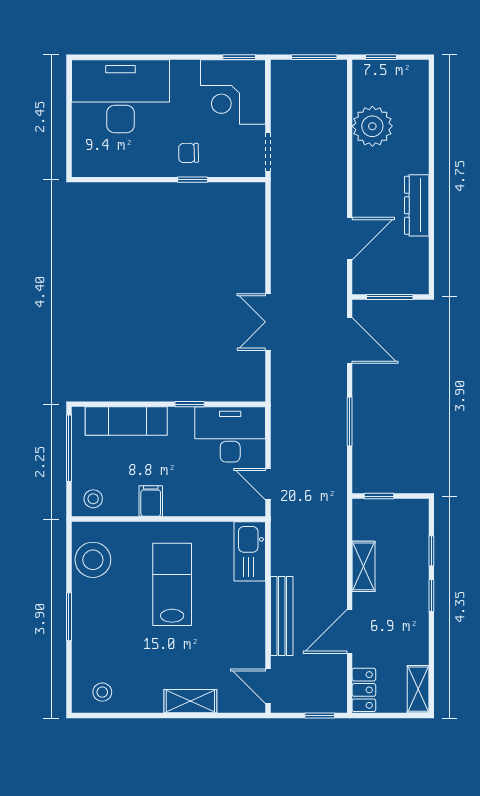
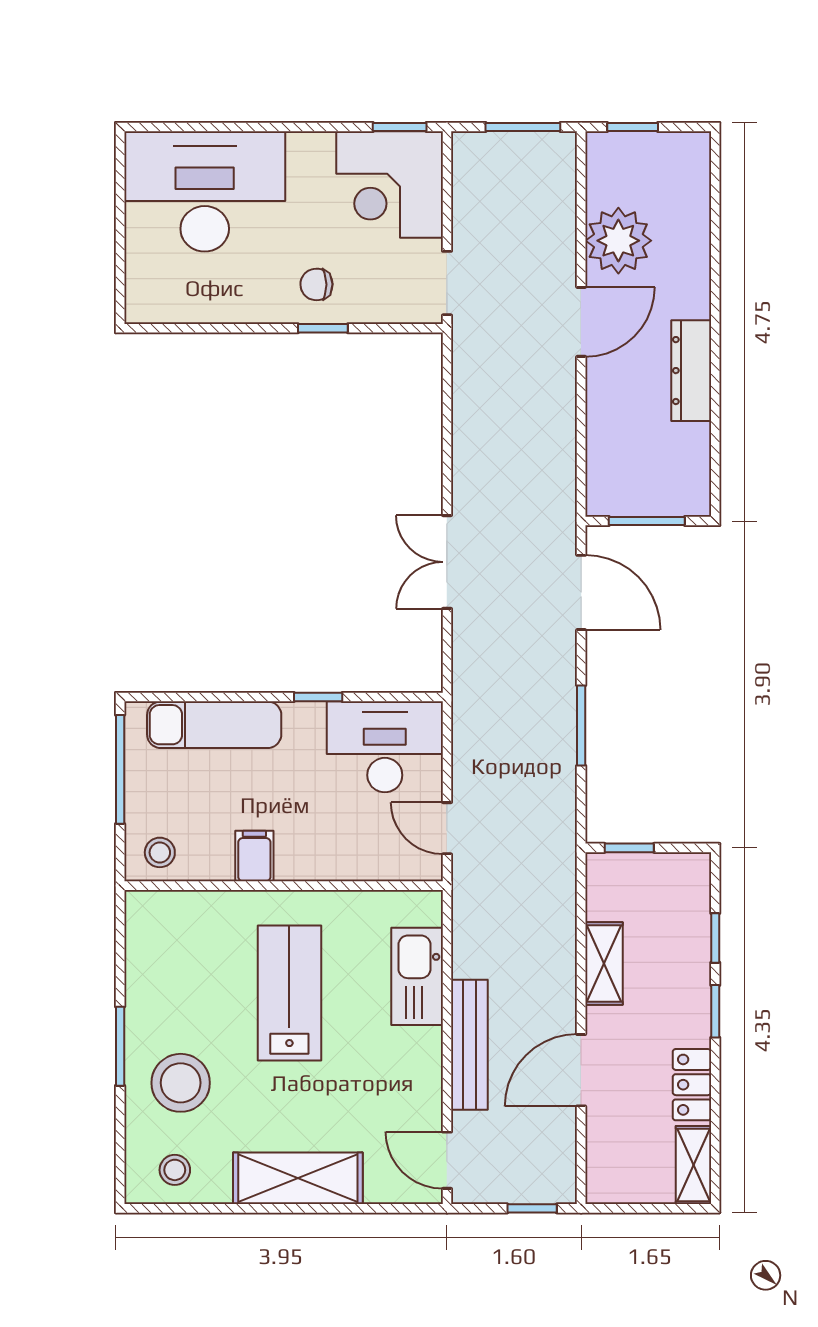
door: (350, 239) -> (581, 322), moved
kitchen sink: (250, 551) -> (417, 976), moved
stool: (93, 560) -> (181, 1083), moved
locker: (364, 690) -> (692, 1085), moved, turned 180
shelving: (190, 701) -> (298, 1178), width x1.50, depth x1.33

